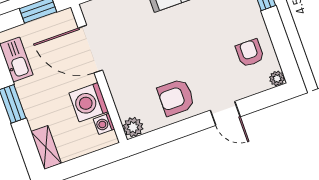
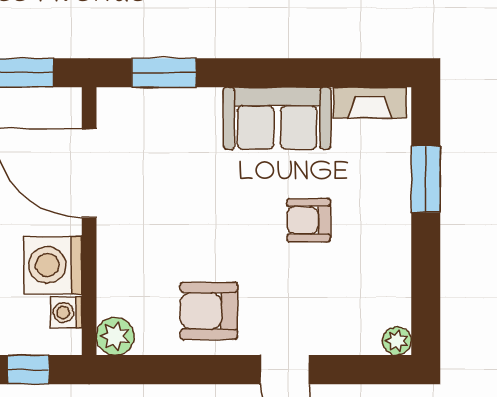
armchair: (250, 53) -> (309, 220), moved, turned -90
window: (95, 160) -> (28, 370), added

